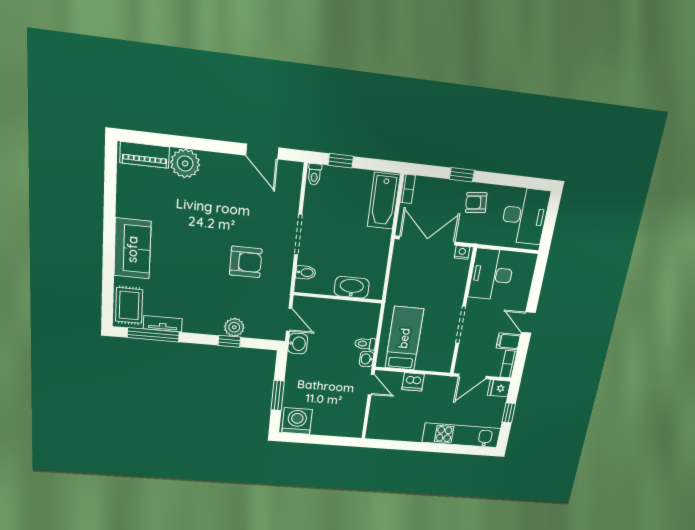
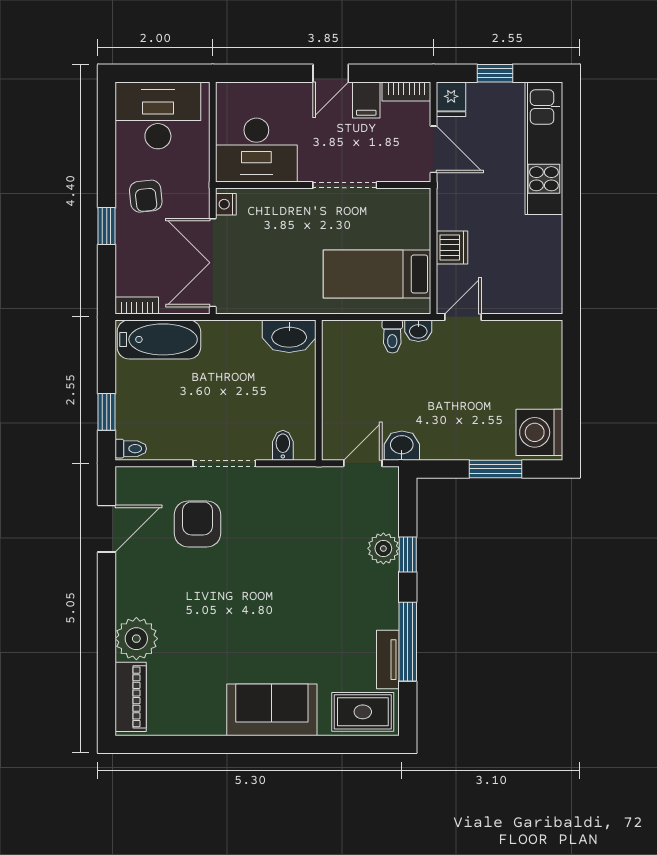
armchair: (246, 262) -> (198, 524), moved
washbasin: (352, 287) -> (289, 336), moved, turned -90
window: (153, 335) -> (408, 642), moved

